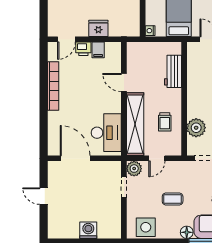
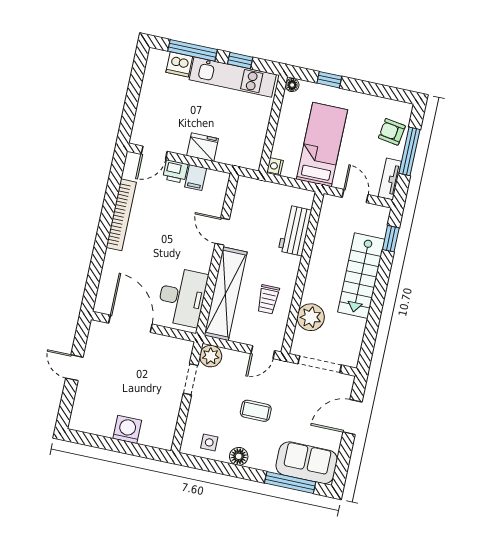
door: (157, 158) -> (263, 352), moved
side table: (146, 227) -> (209, 442), width x0.54, depth x0.54
floor lamp: (187, 232) -> (239, 456), moved

